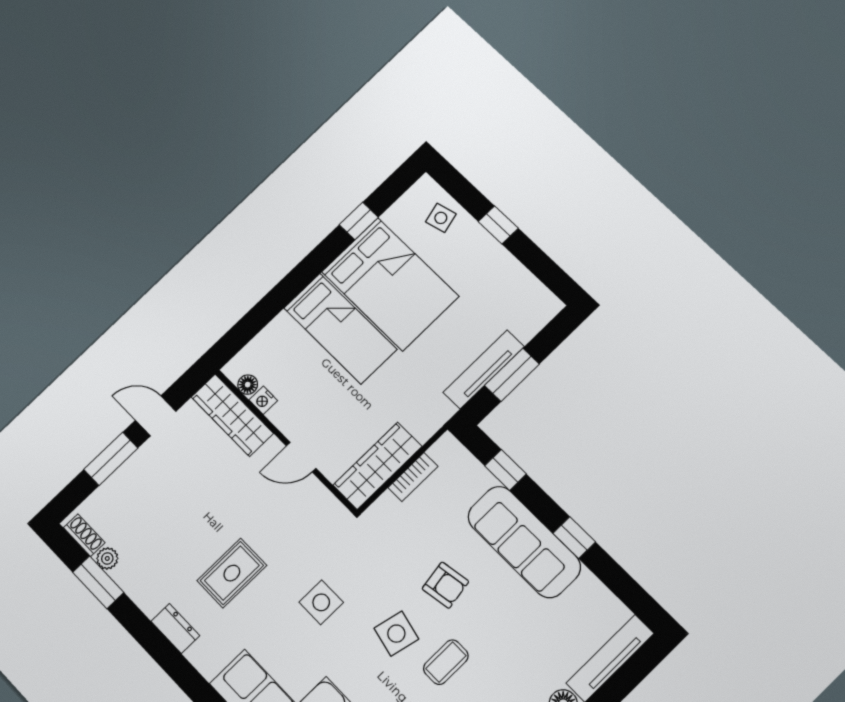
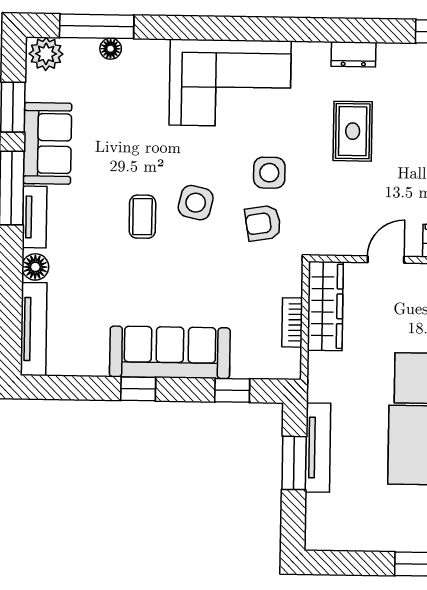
armchair: (445, 585) -> (263, 223), moved

